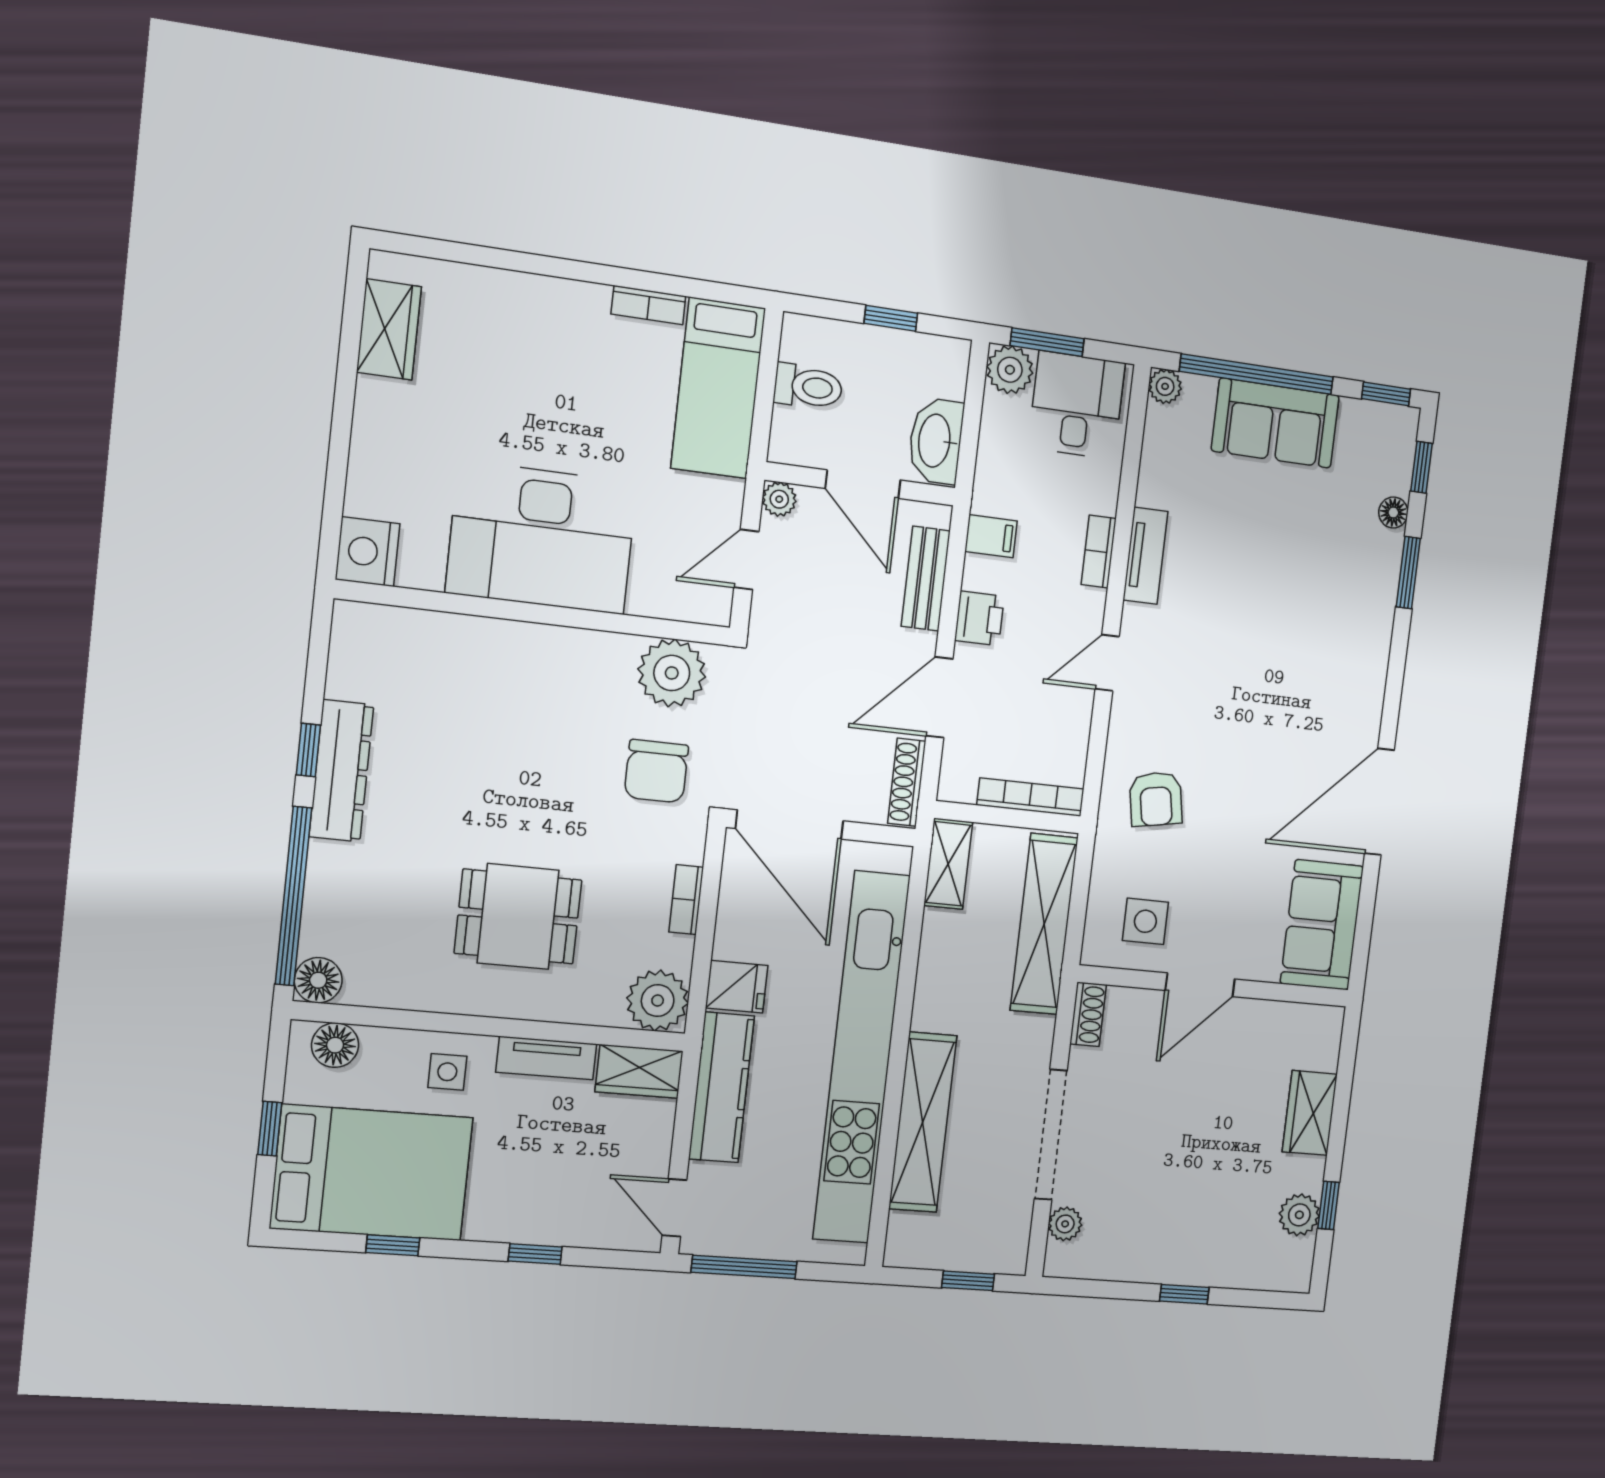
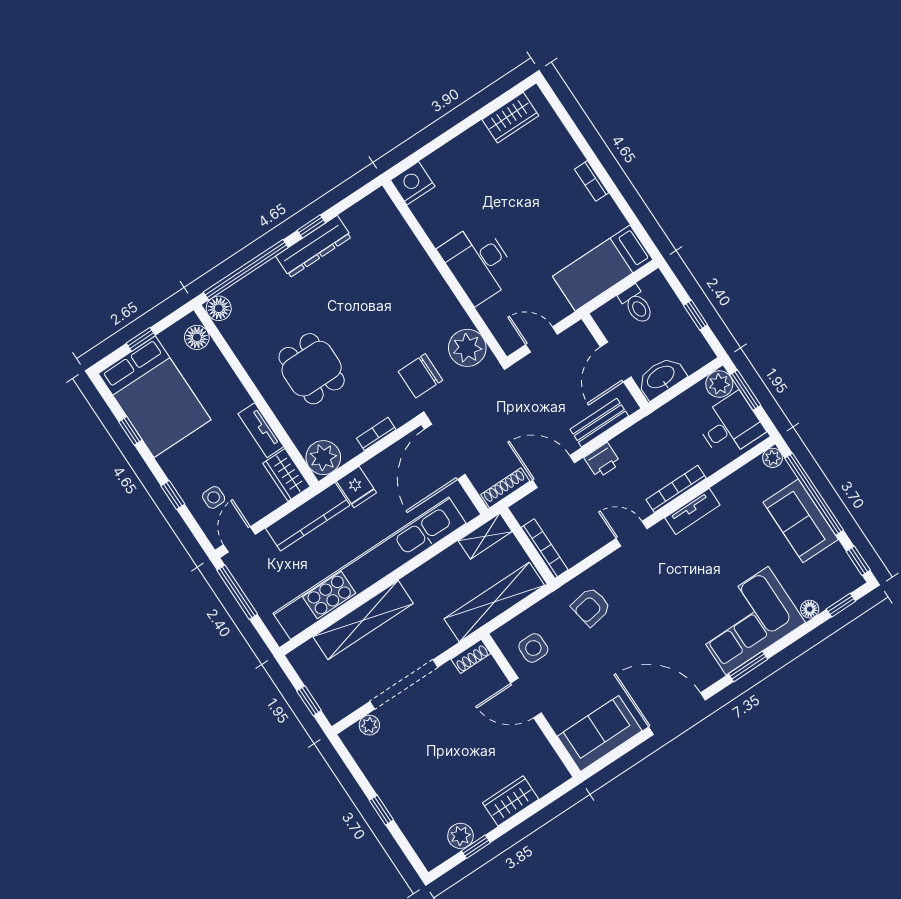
bookcase: (648, 305) -> (592, 181), moved
plant: (779, 499) -> (579, 332), removed
filing cabinet: (991, 536) -> (642, 436), removed
desk: (542, 538) -> (478, 263), width x0.73, depth x0.77
bookcase: (1099, 552) -> (676, 489), width x1.56
window: (1408, 573) -> (748, 666), moved
corner sofa: (1341, 607) -> (747, 621), added
side table: (447, 1072) -> (214, 497), moved

